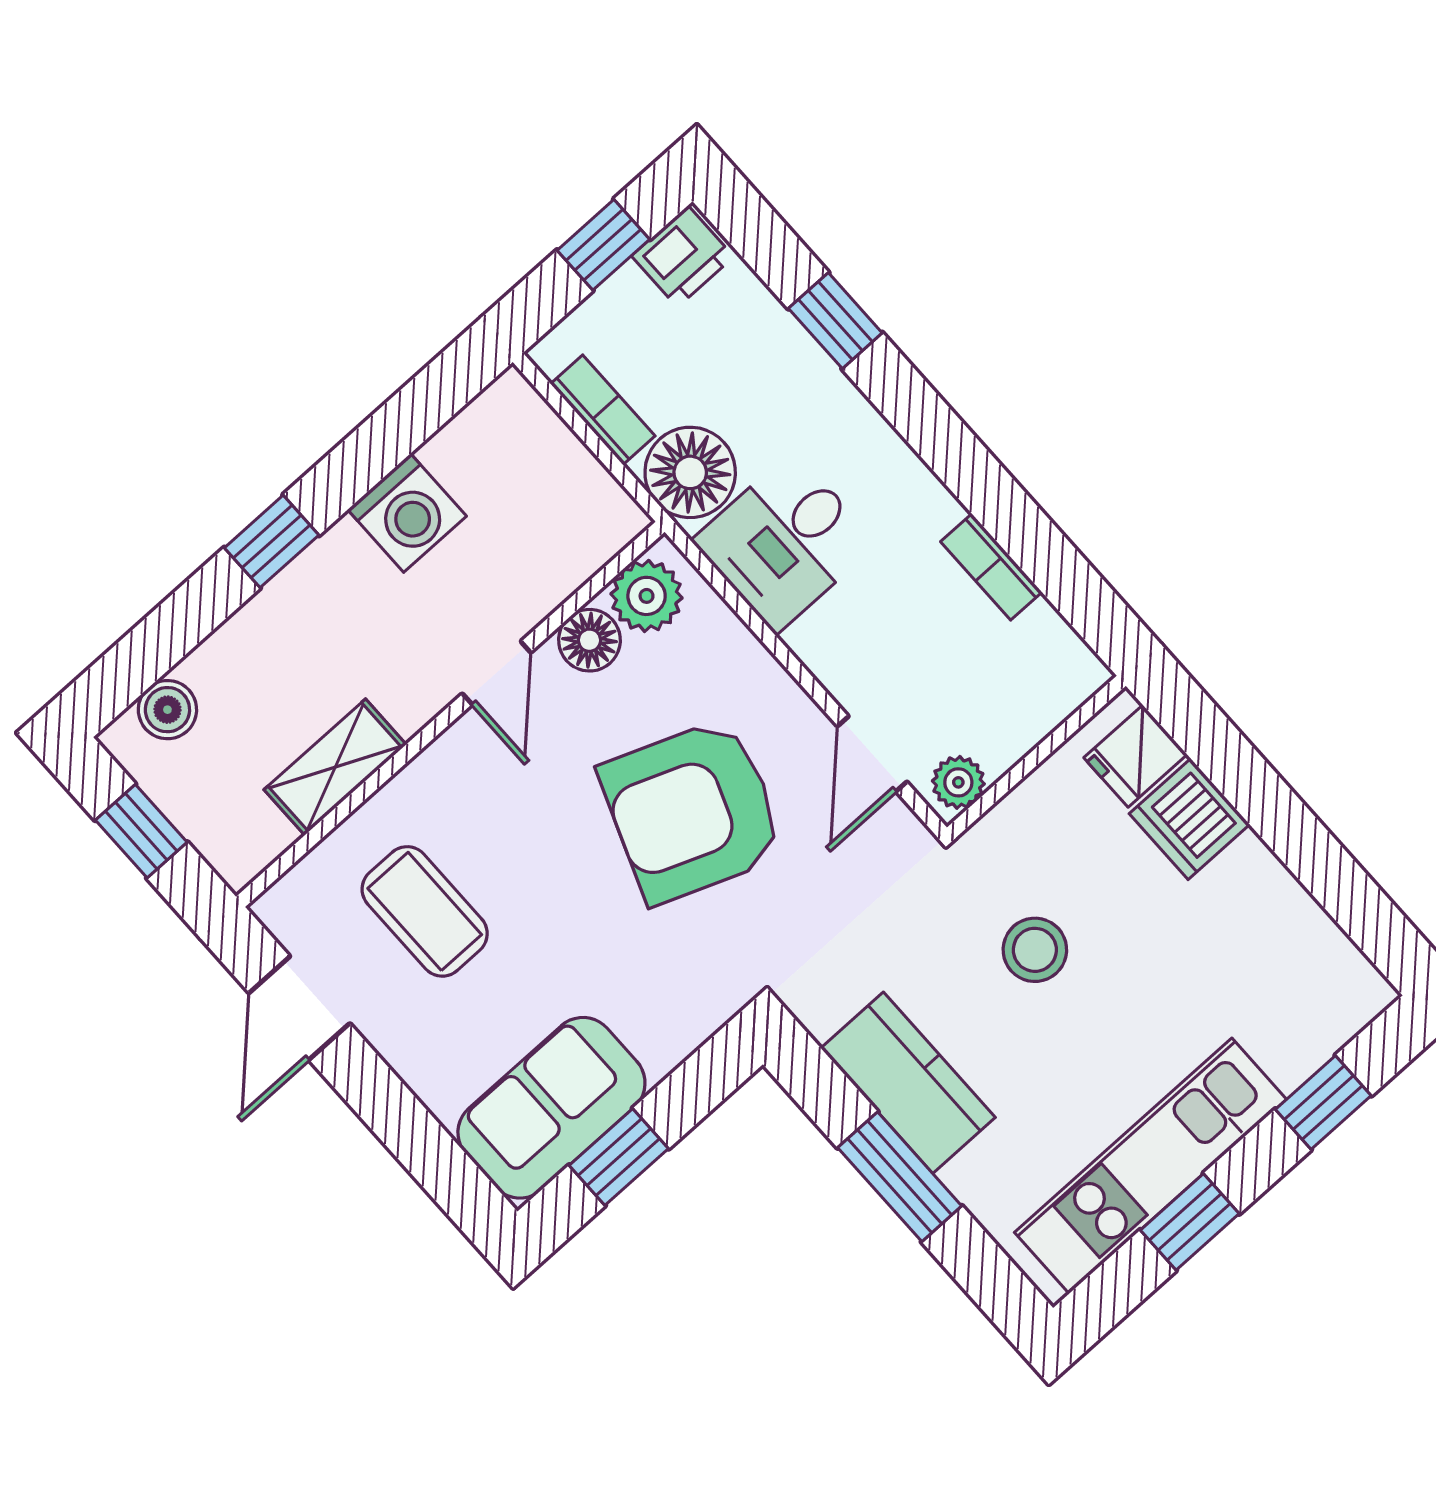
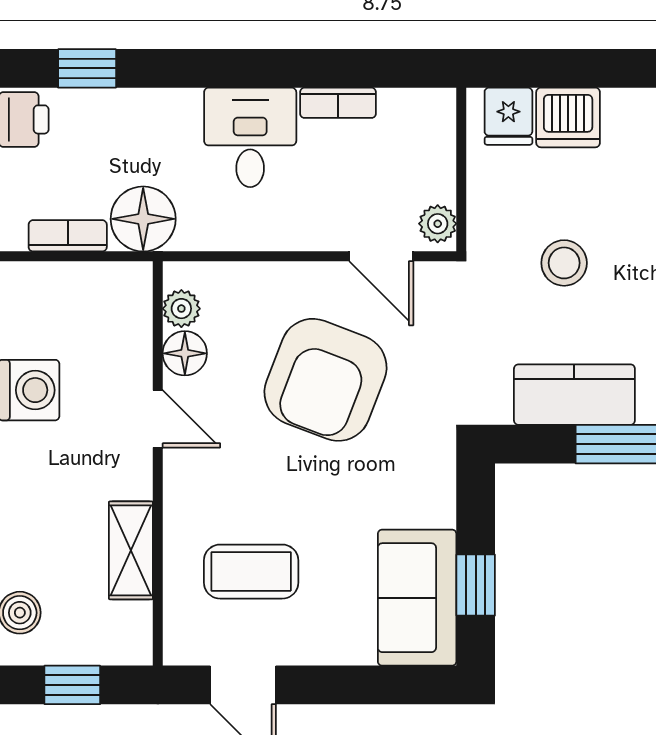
window: (835, 321) -> (87, 68), moved
desk: (785, 542) -> (250, 137), moved, turned 180
plant: (647, 596) -> (181, 309), width x0.73, depth x0.73

